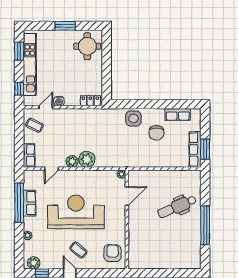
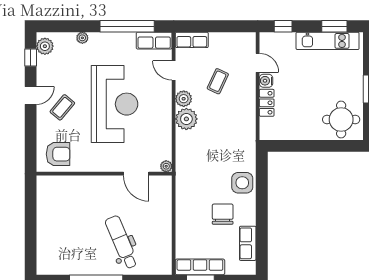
kitchen unit: (30, 64) -> (328, 41), width x0.73
locker: (90, 101) -> (267, 103), moved
coffee table: (34, 125) -> (218, 81), moved
chair: (156, 133) -> (223, 214), turned 90
row of seats: (30, 203) -> (154, 41), moved

